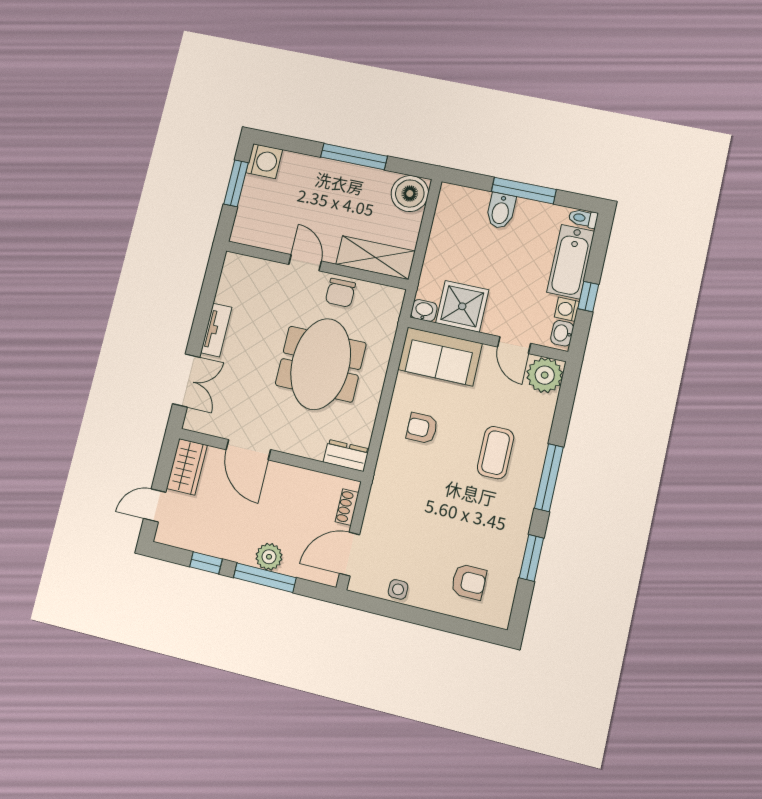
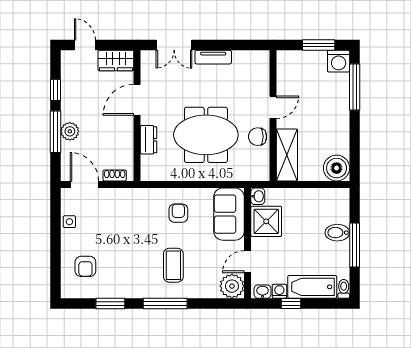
window: (354, 157) -> (355, 87), moved
coffee table: (496, 453) -> (173, 265), turned 90
dresser: (346, 455) -> (149, 140), moved

